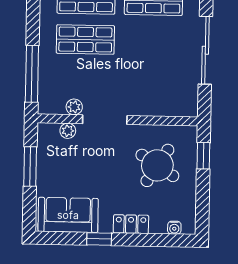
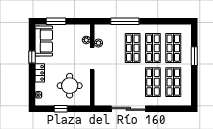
window: (32, 74) -> (125, 21), moved
window: (203, 156) -> (61, 109), moved
round table: (157, 165) -> (70, 86), turned -33
window: (30, 167) -> (56, 21), moved

